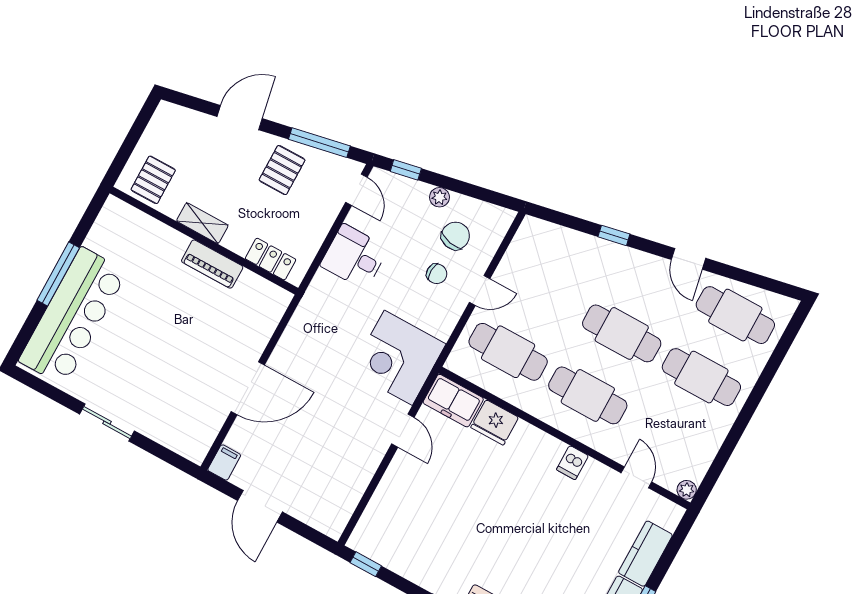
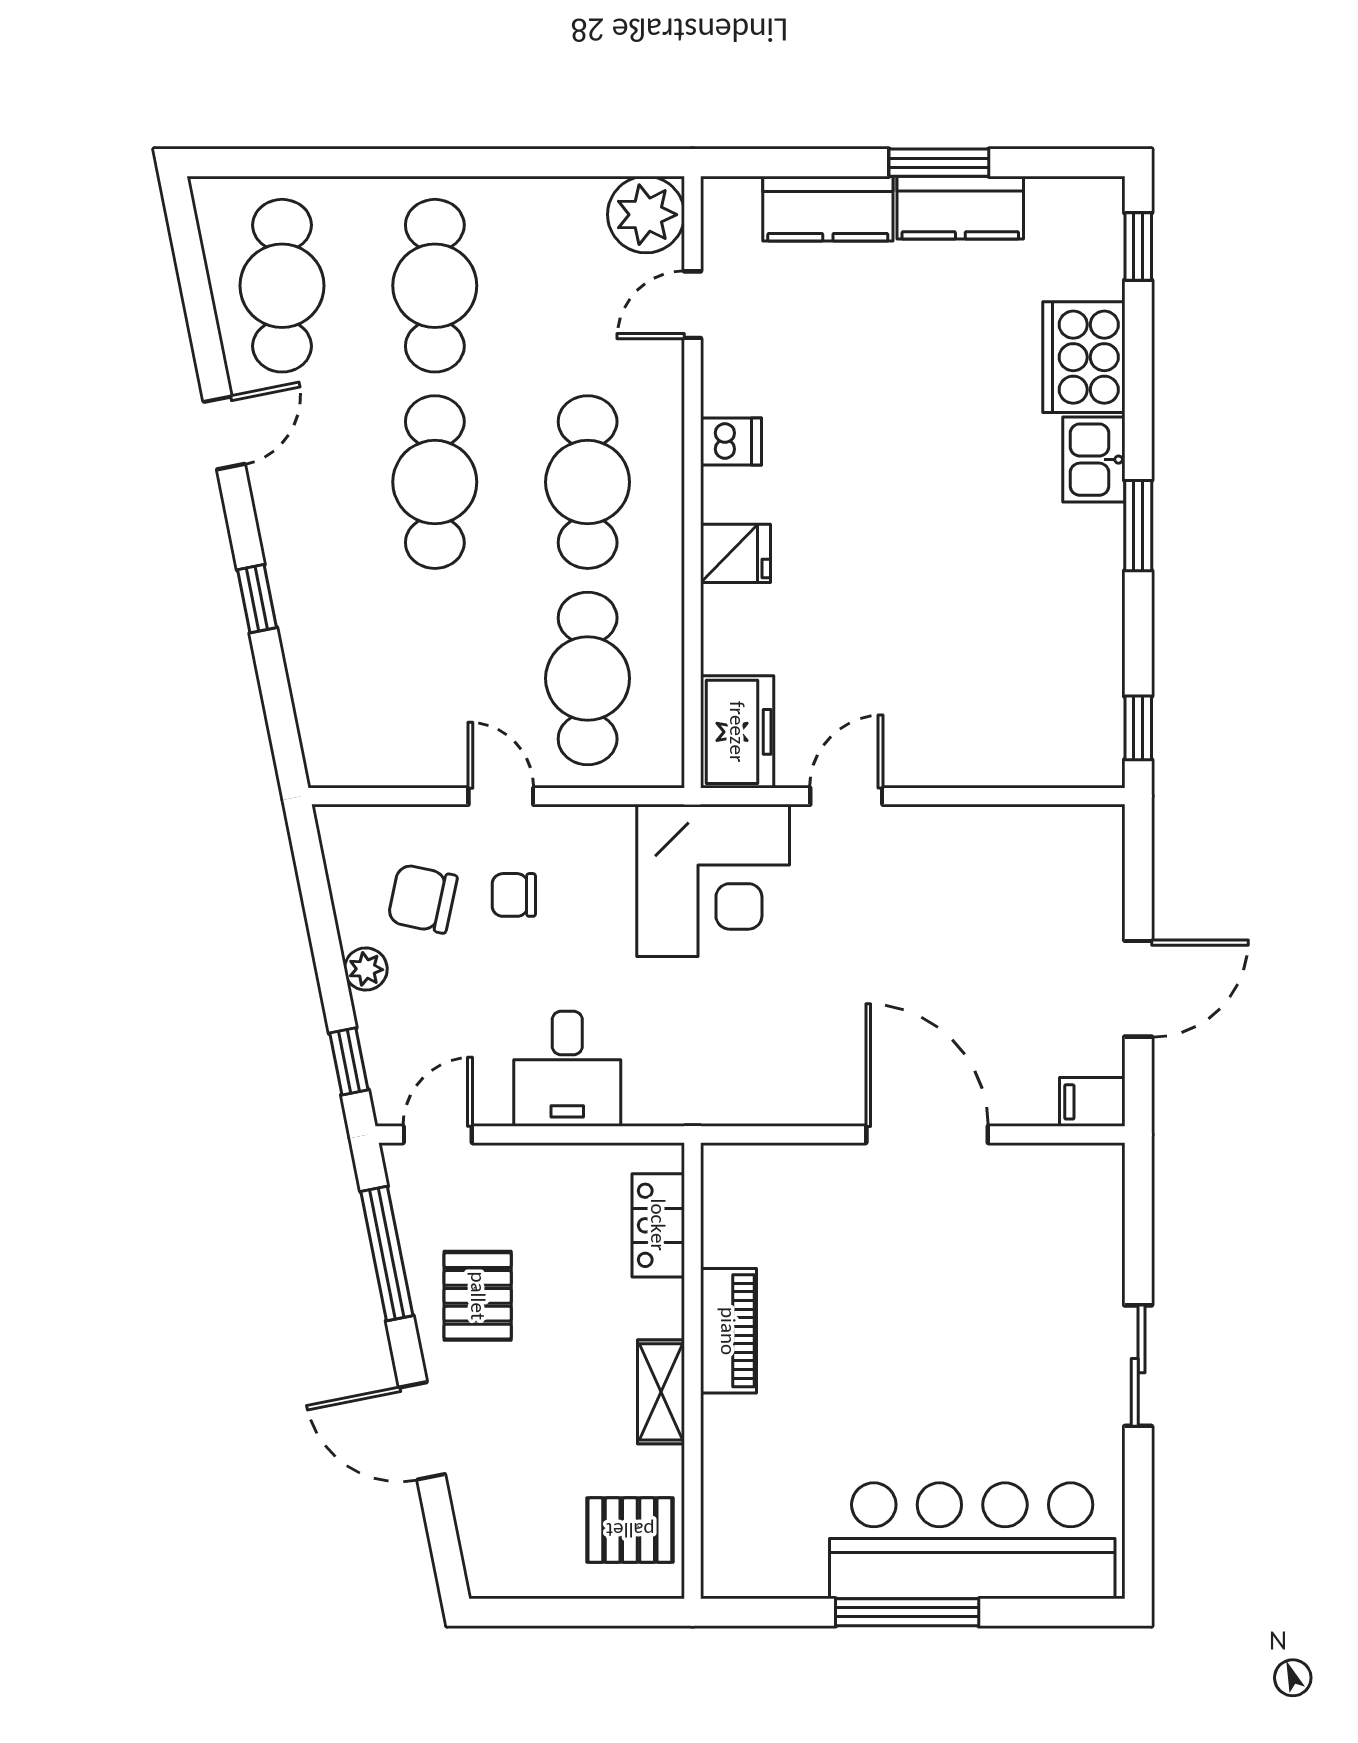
pallet: (282, 170) -> (478, 1296), turned 90
chair: (437, 274) -> (514, 895), turned -93
fridge: (495, 422) -> (736, 553), moved, width x0.72
plant: (687, 490) -> (646, 215), width x1.88, depth x1.88

